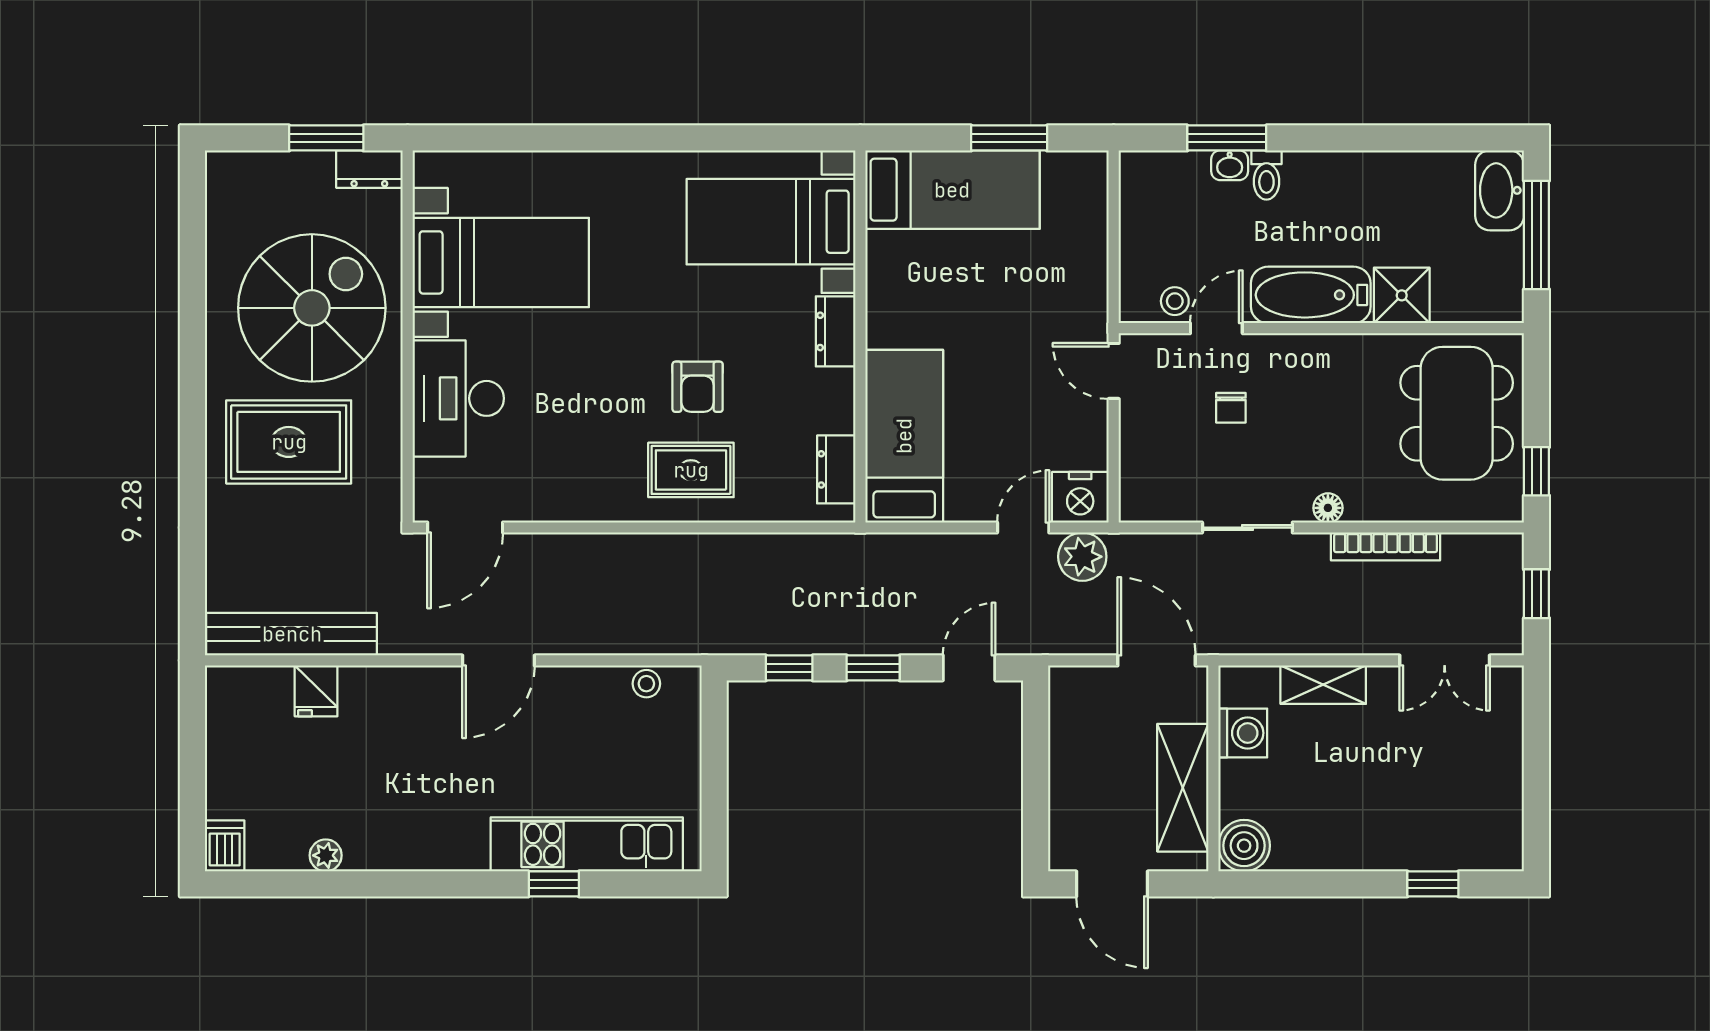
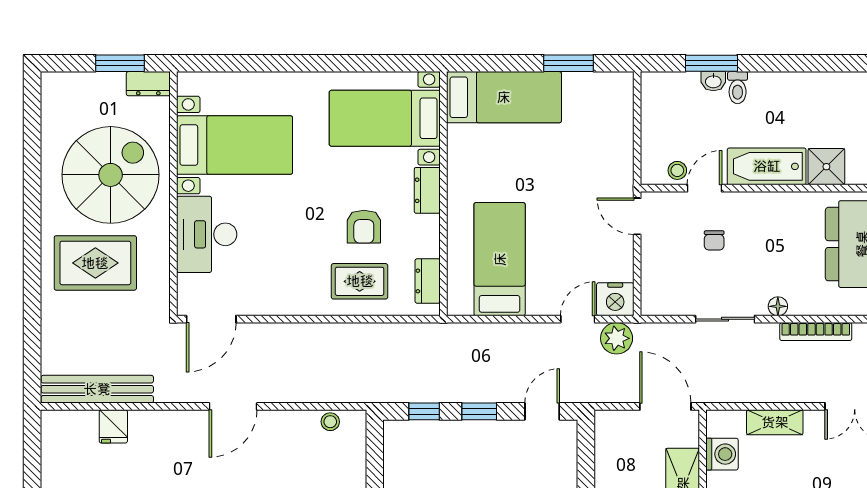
bed: (952, 190) -> (504, 97), moved
bed with nightstands: (771, 222) -> (385, 118), moved
dresser: (836, 331) -> (427, 190), moved
wall: (860, 336) -> (443, 194), moved
dresser: (836, 469) -> (428, 281), moved

